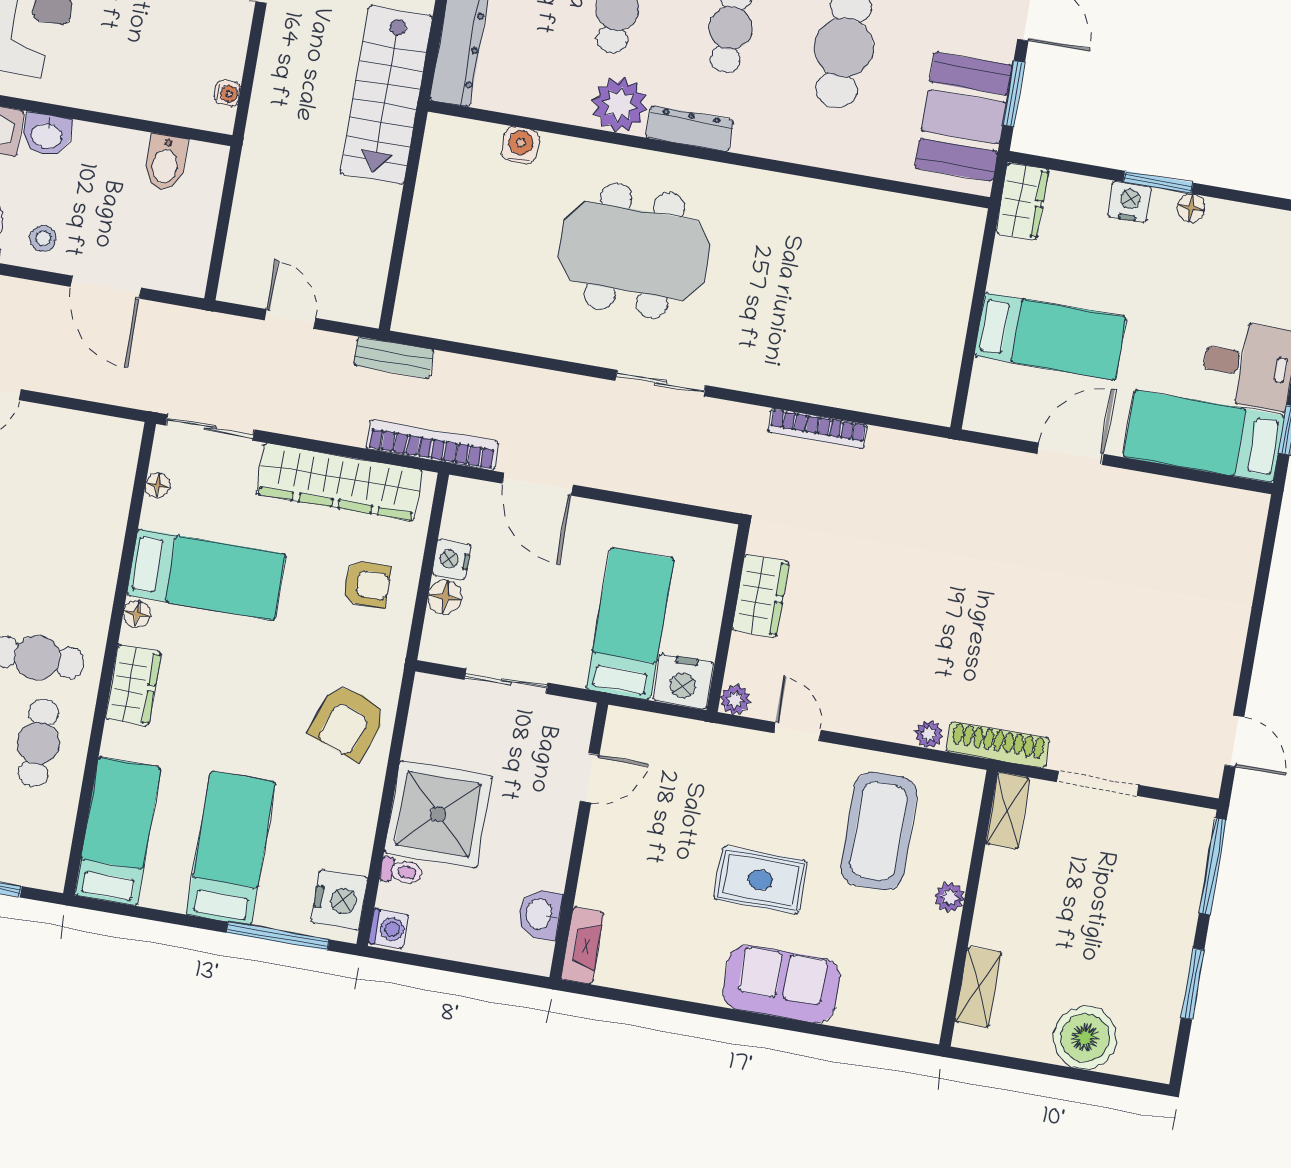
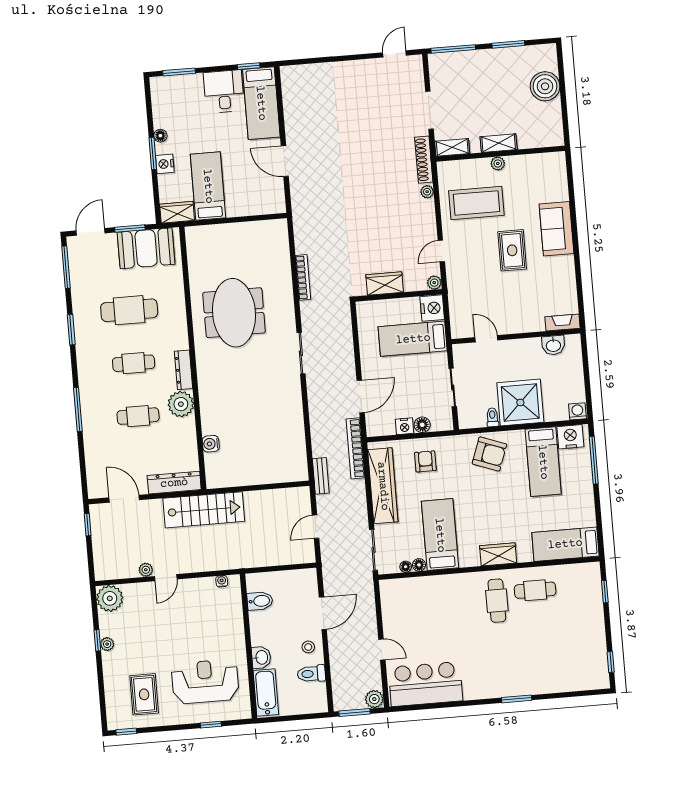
meeting table: (634, 251) -> (234, 313), moved
bed: (1050, 336) -> (208, 186), moved
floor lamp: (137, 614) -> (419, 565), moved
bed: (231, 848) -> (543, 462), moved, turned -90
toilet: (401, 871) -> (492, 417), moved
shelving: (978, 987) -> (499, 143), moved

